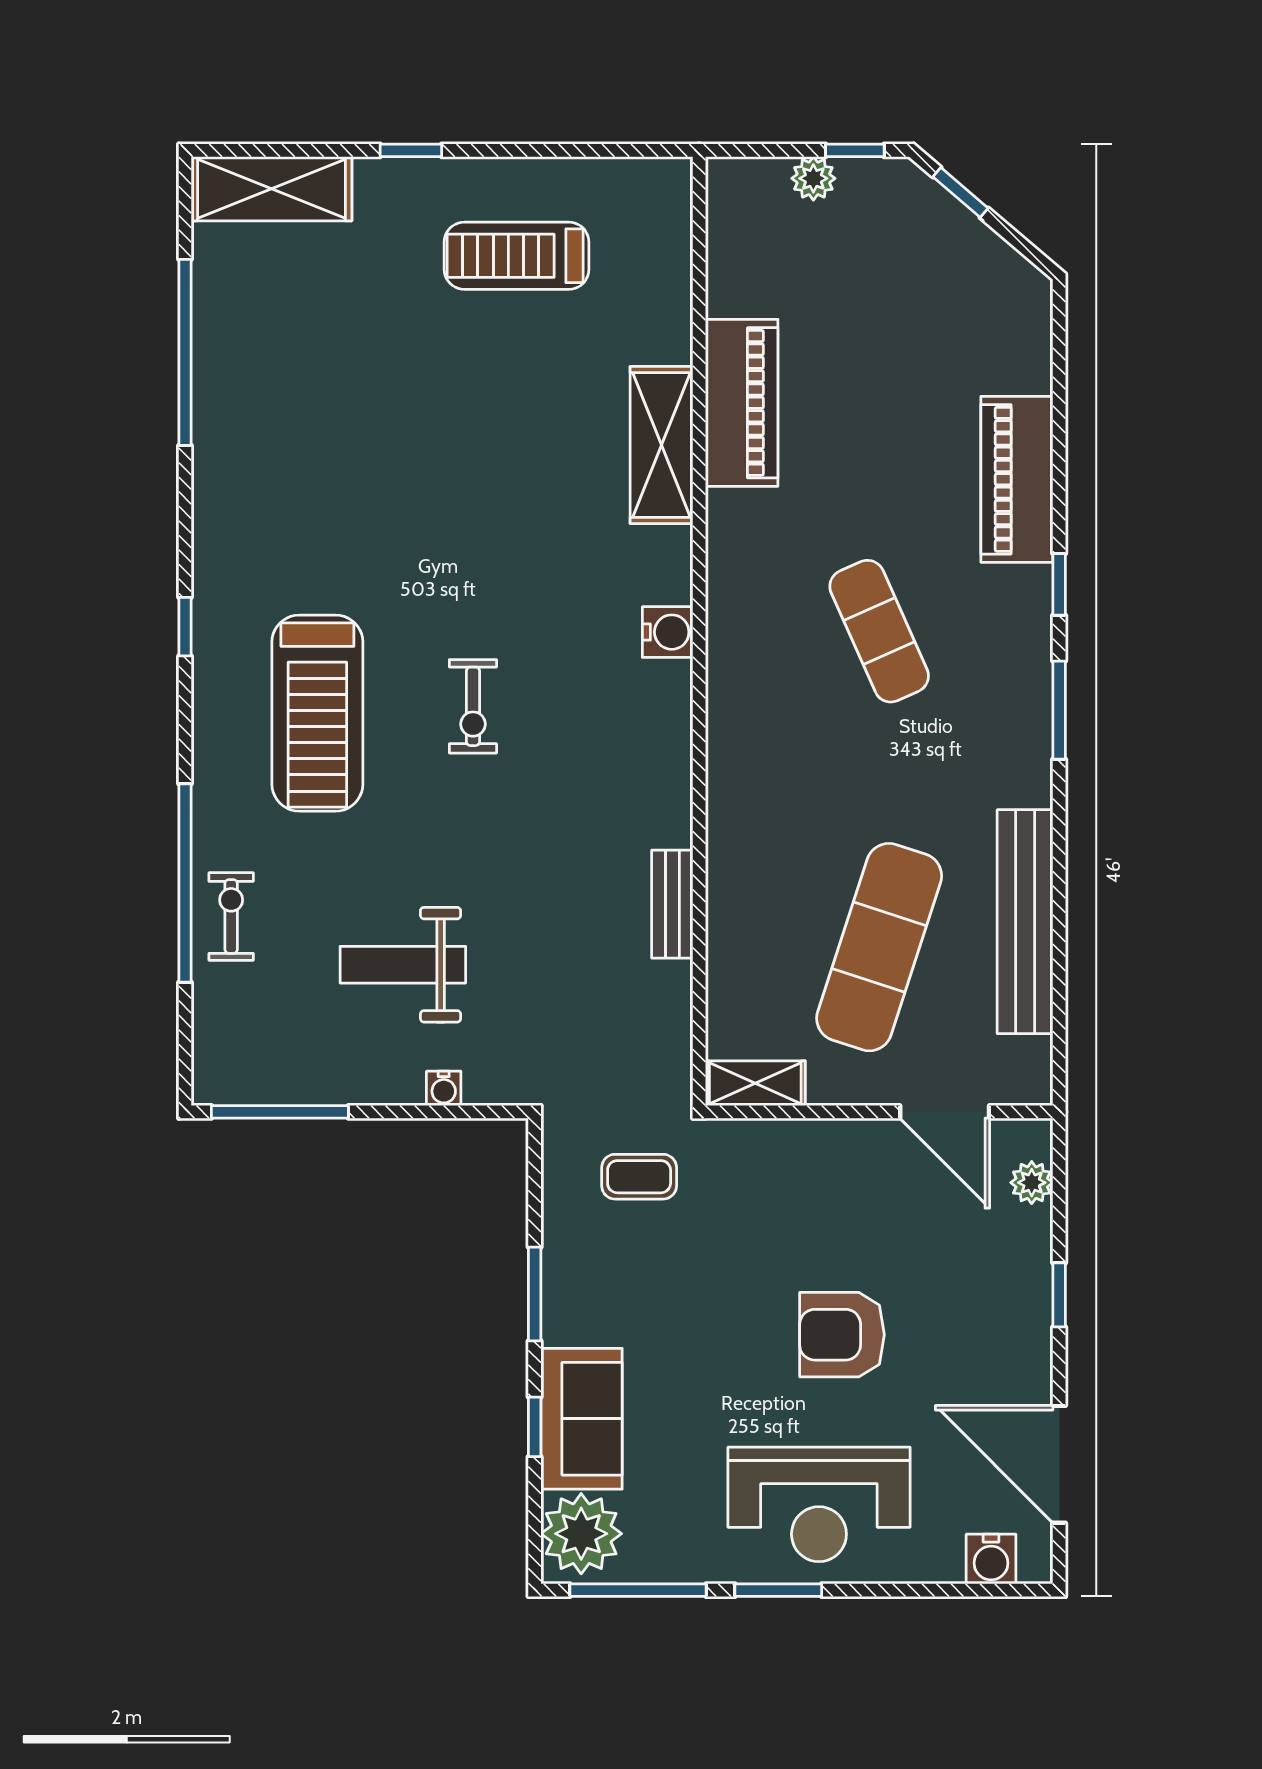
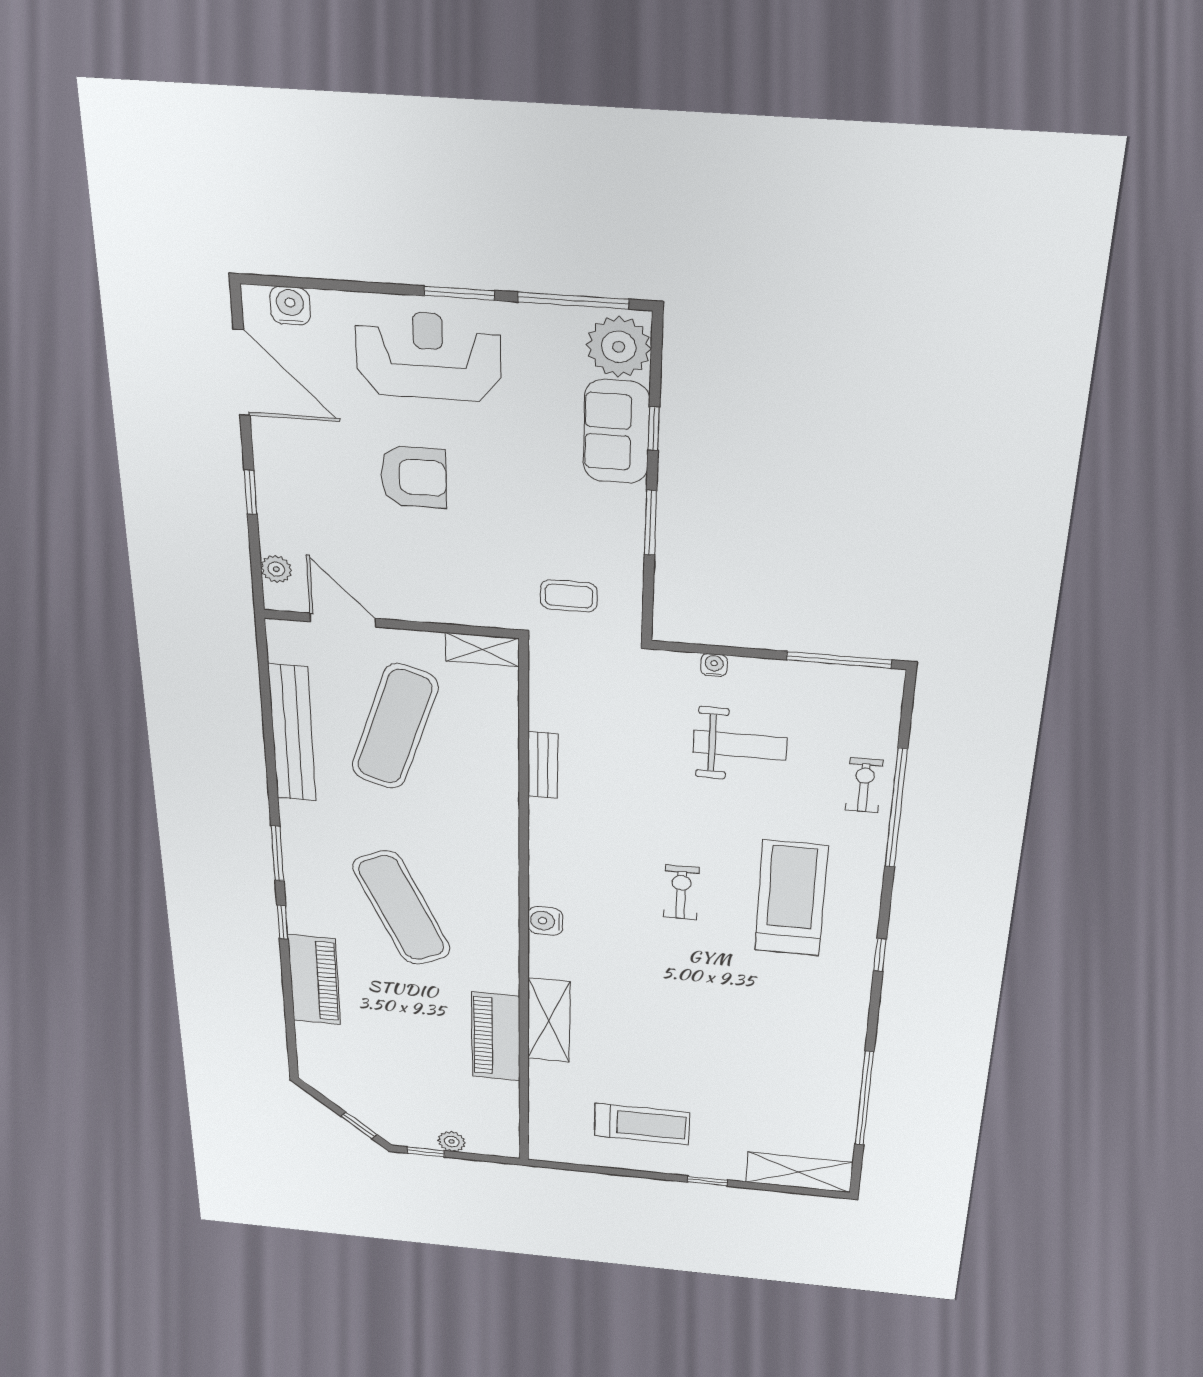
exercise mat: (879, 631) -> (402, 908), width x1.36, depth x1.45
exercise bike: (231, 916) -> (864, 785), turned 180

